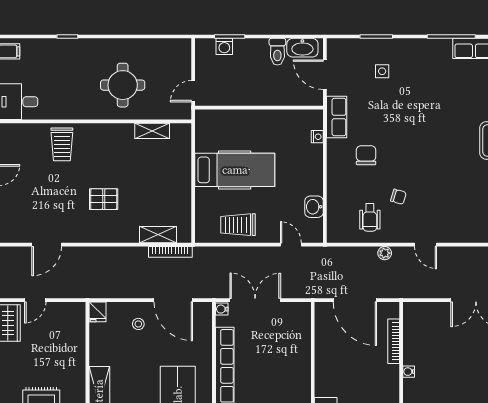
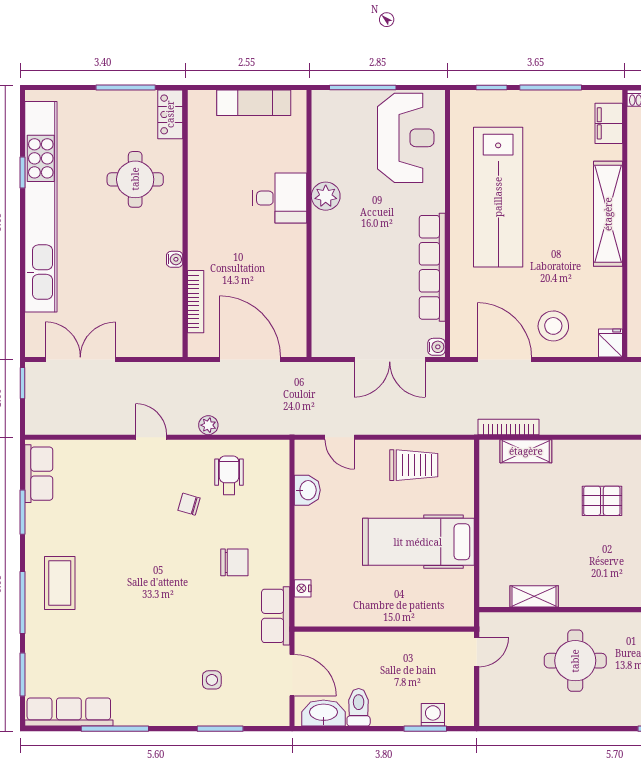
chair: (366, 155) -> (234, 562), turned -90
stool: (138, 324) -> (553, 326), width x1.89, depth x1.89

